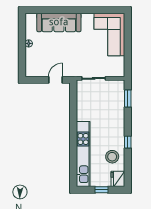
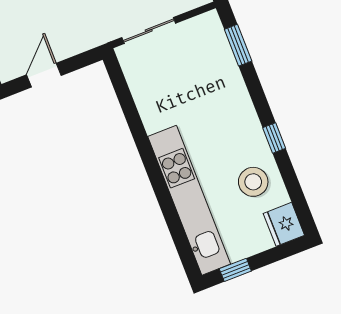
door: (56, 80) -> (44, 75), moved
window: (102, 190) -> (235, 270), moved

